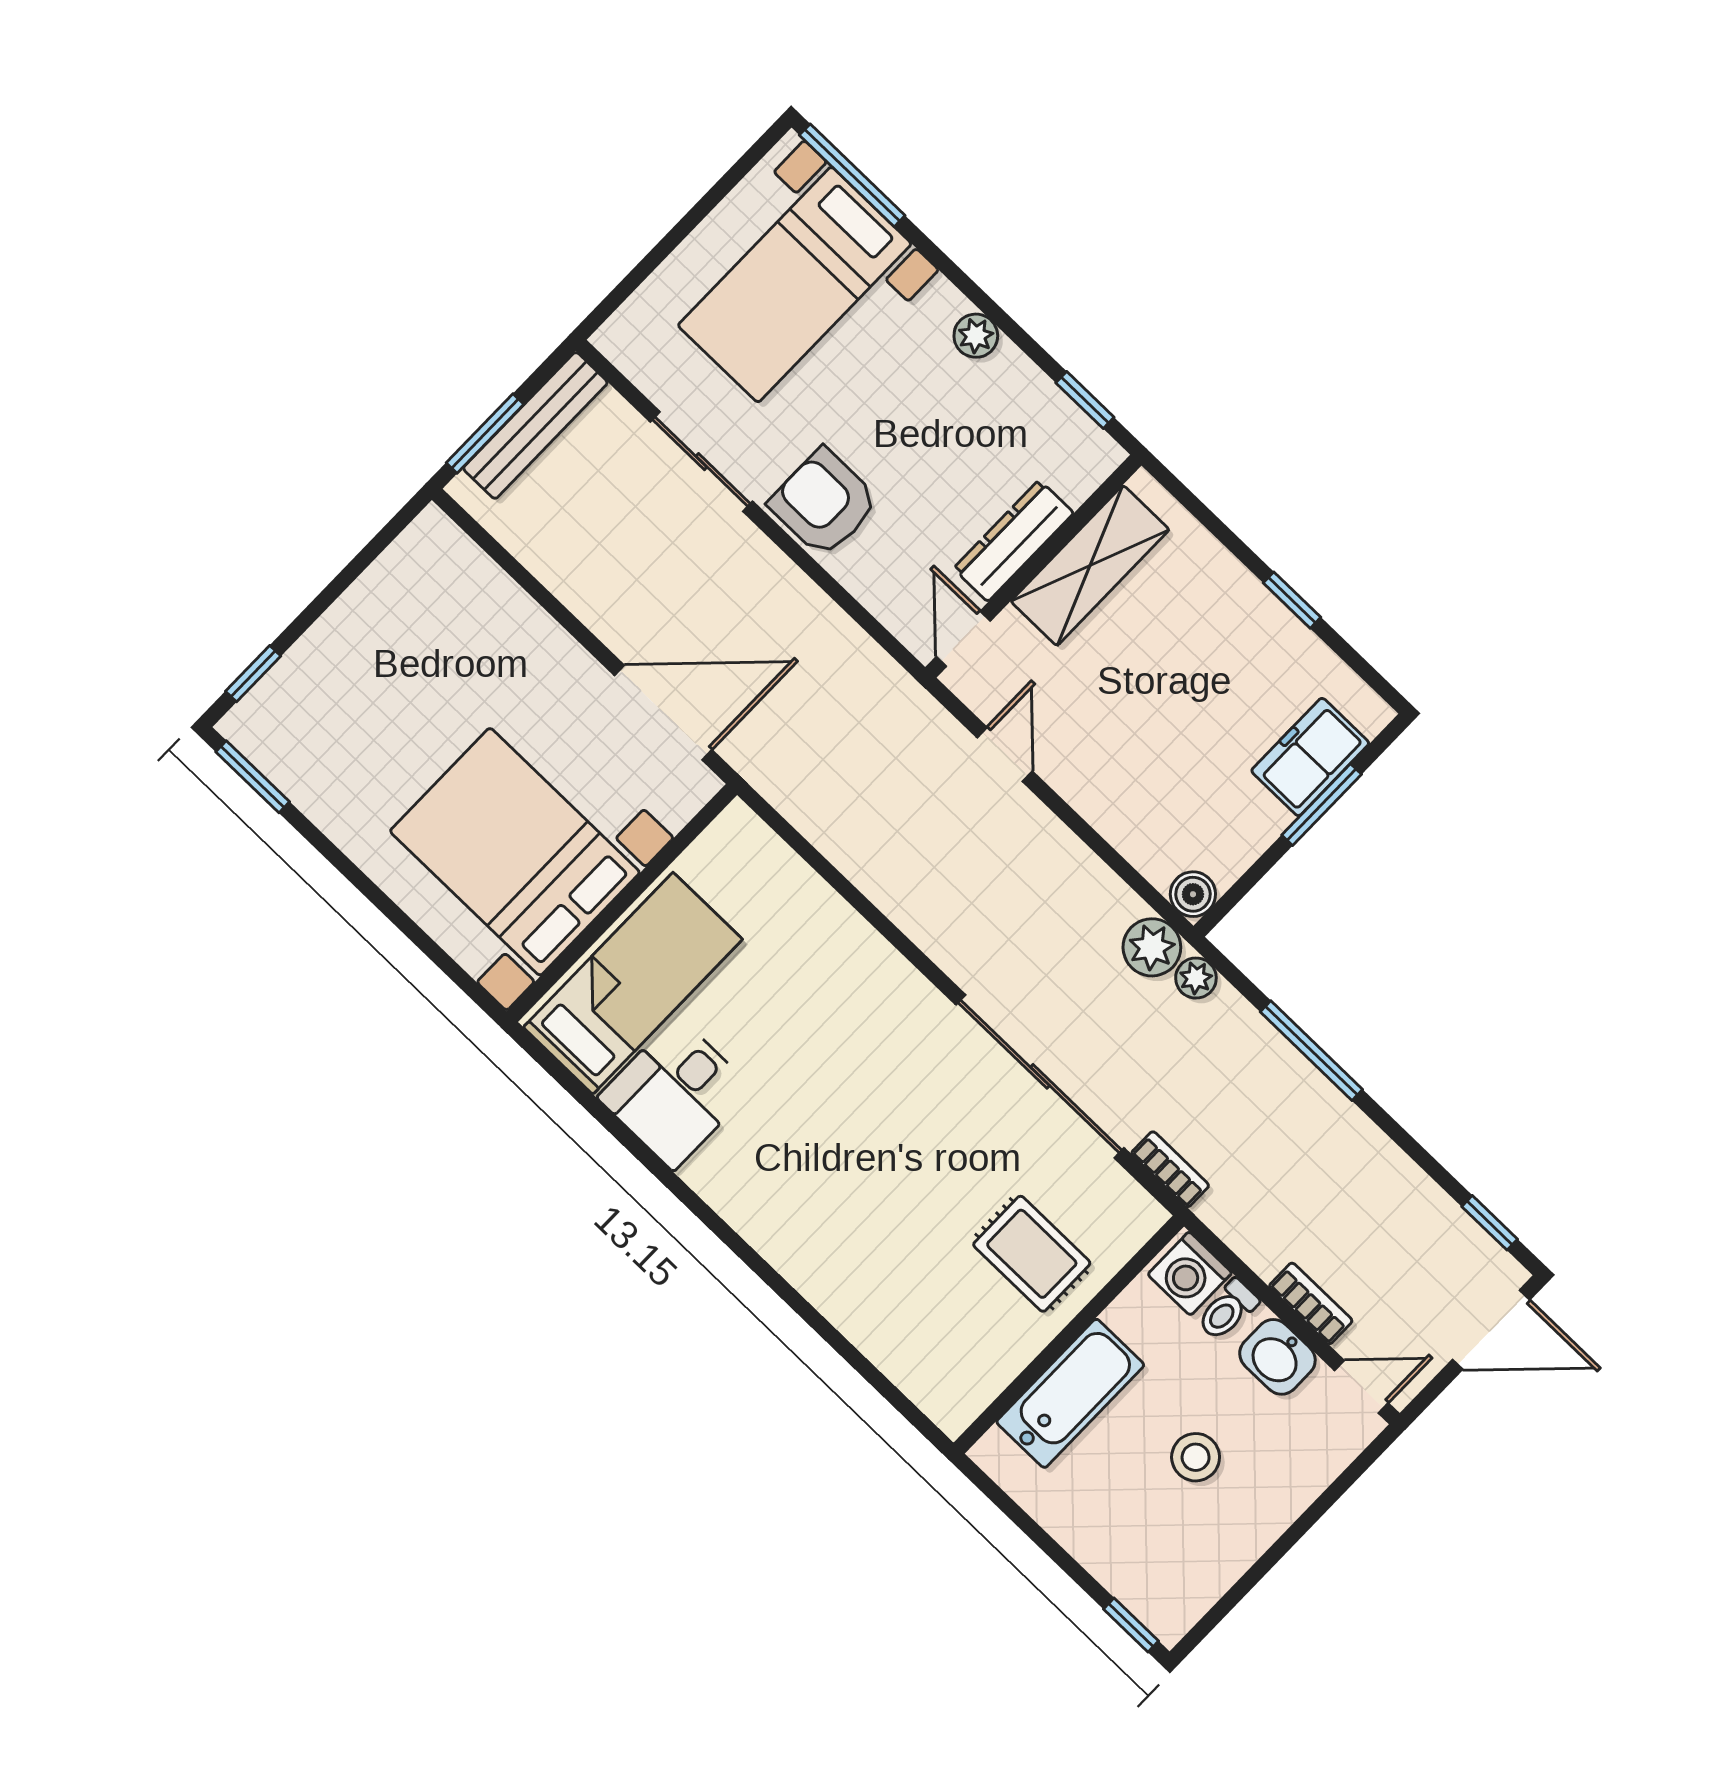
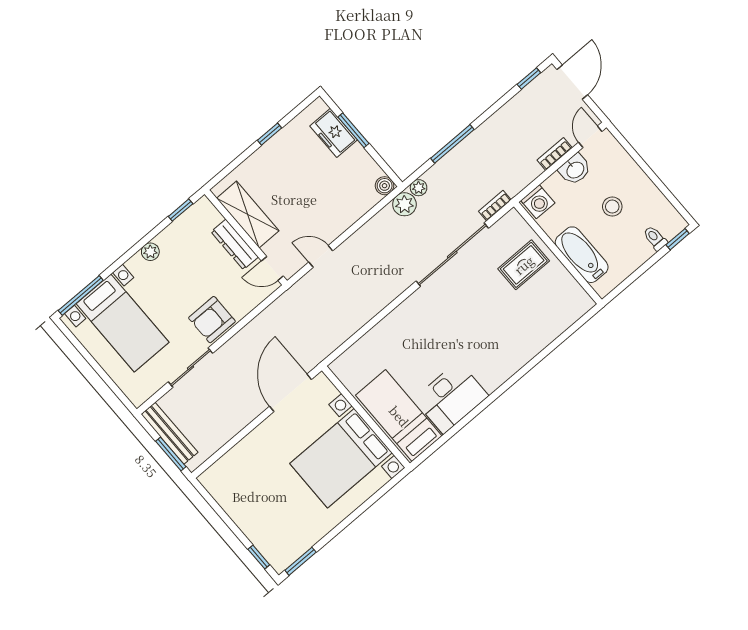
desk: (675, 1093) -> (451, 397), width x1.37
toilet: (1228, 1310) -> (655, 238), moved, turned 180

